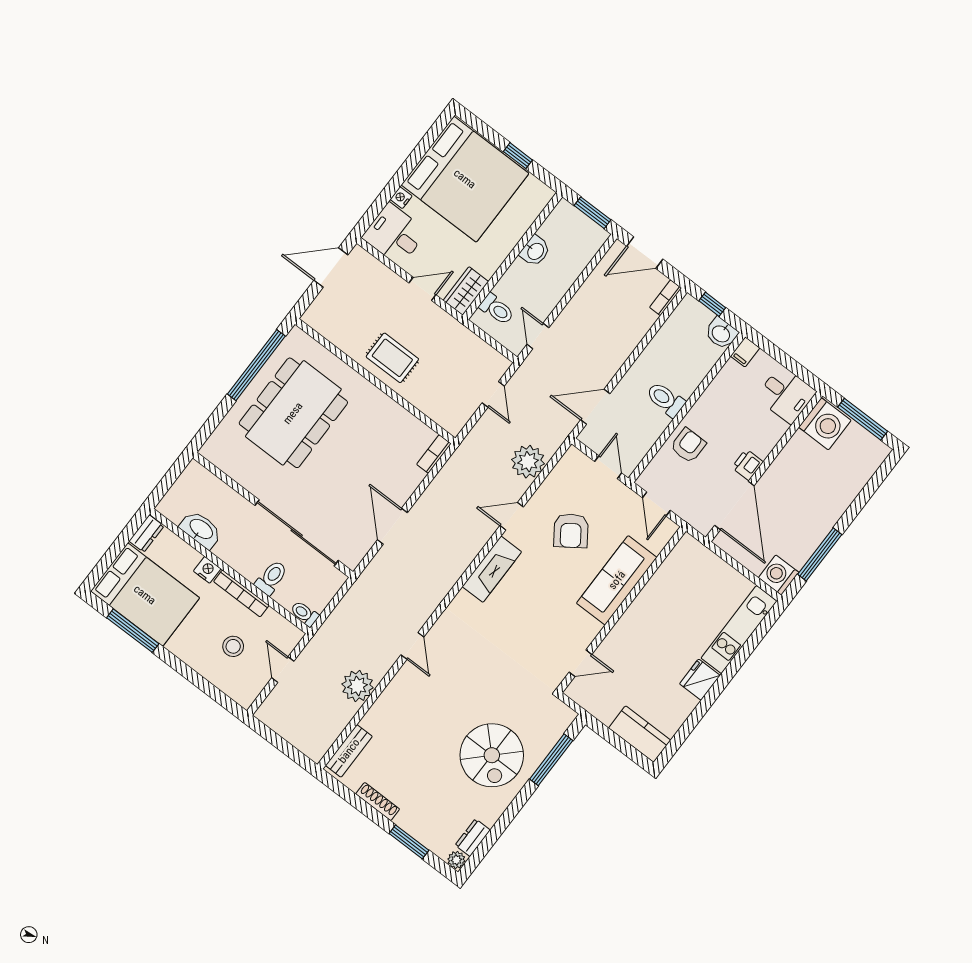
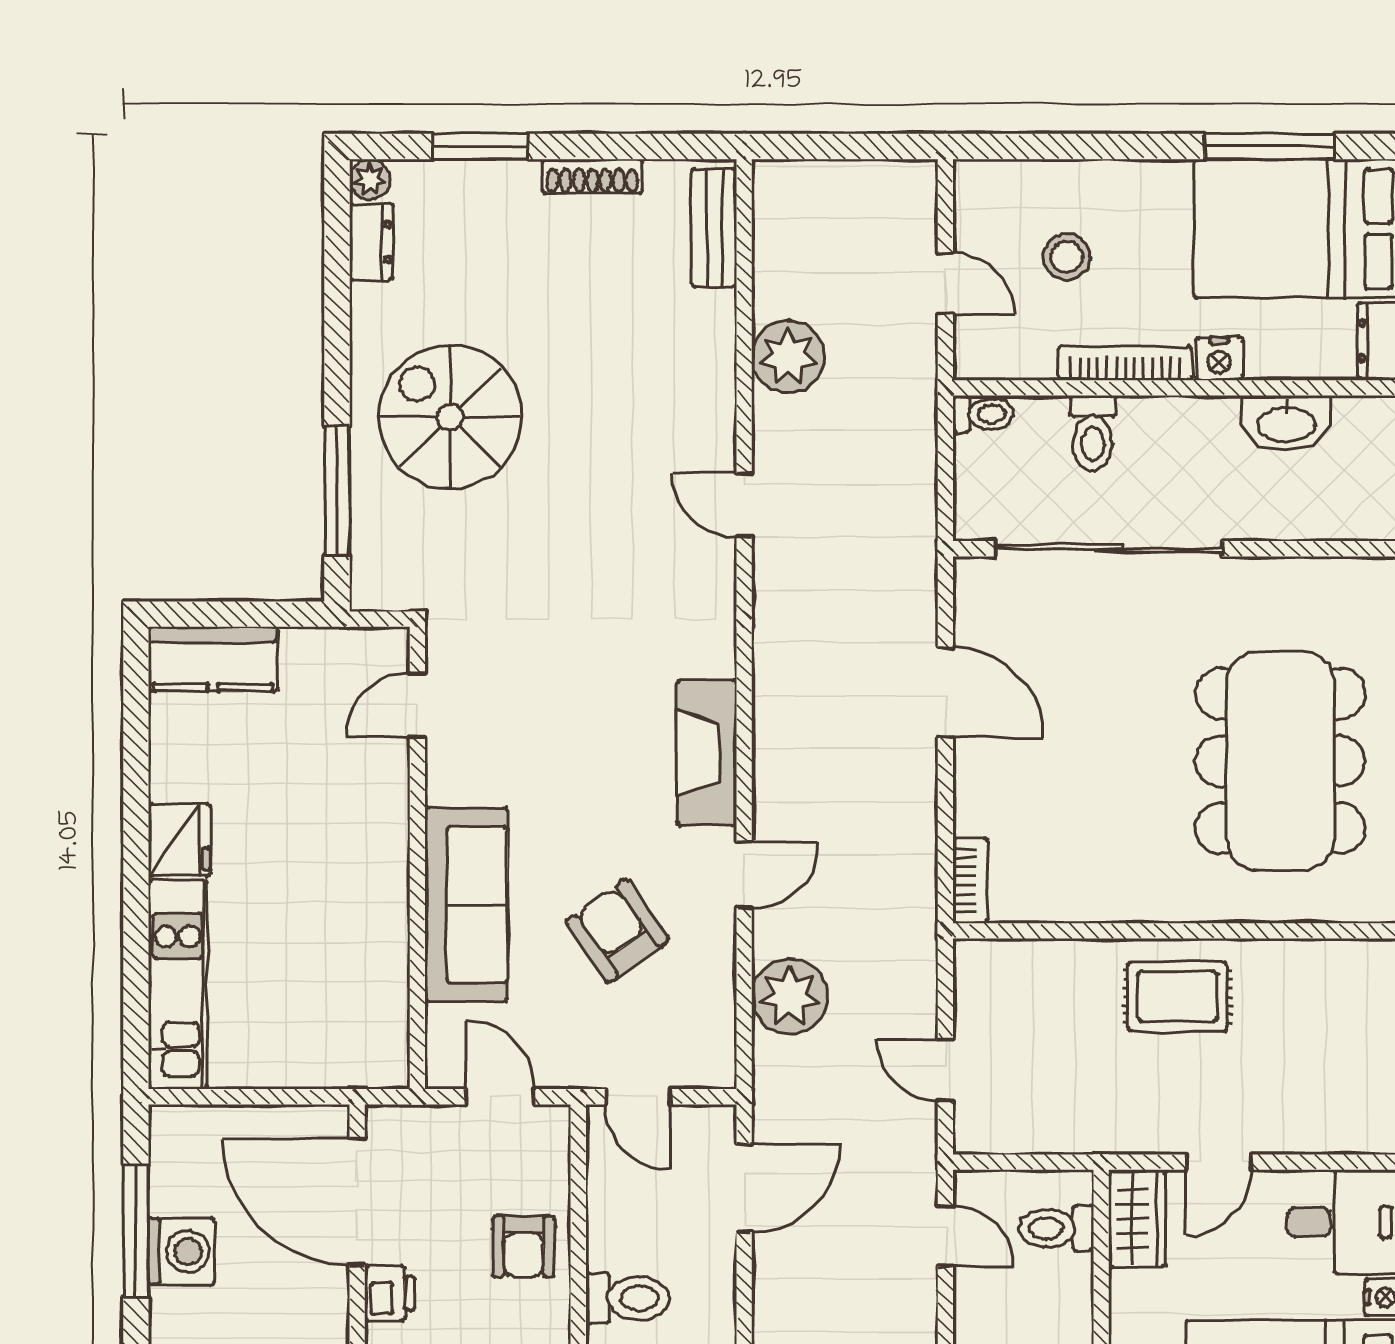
washing machine: (779, 575) -> (181, 1251), moved

